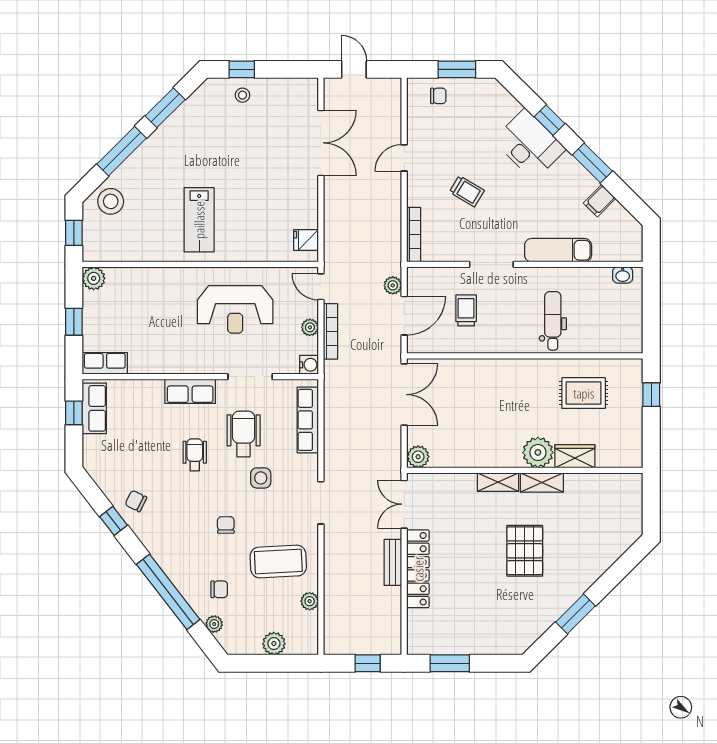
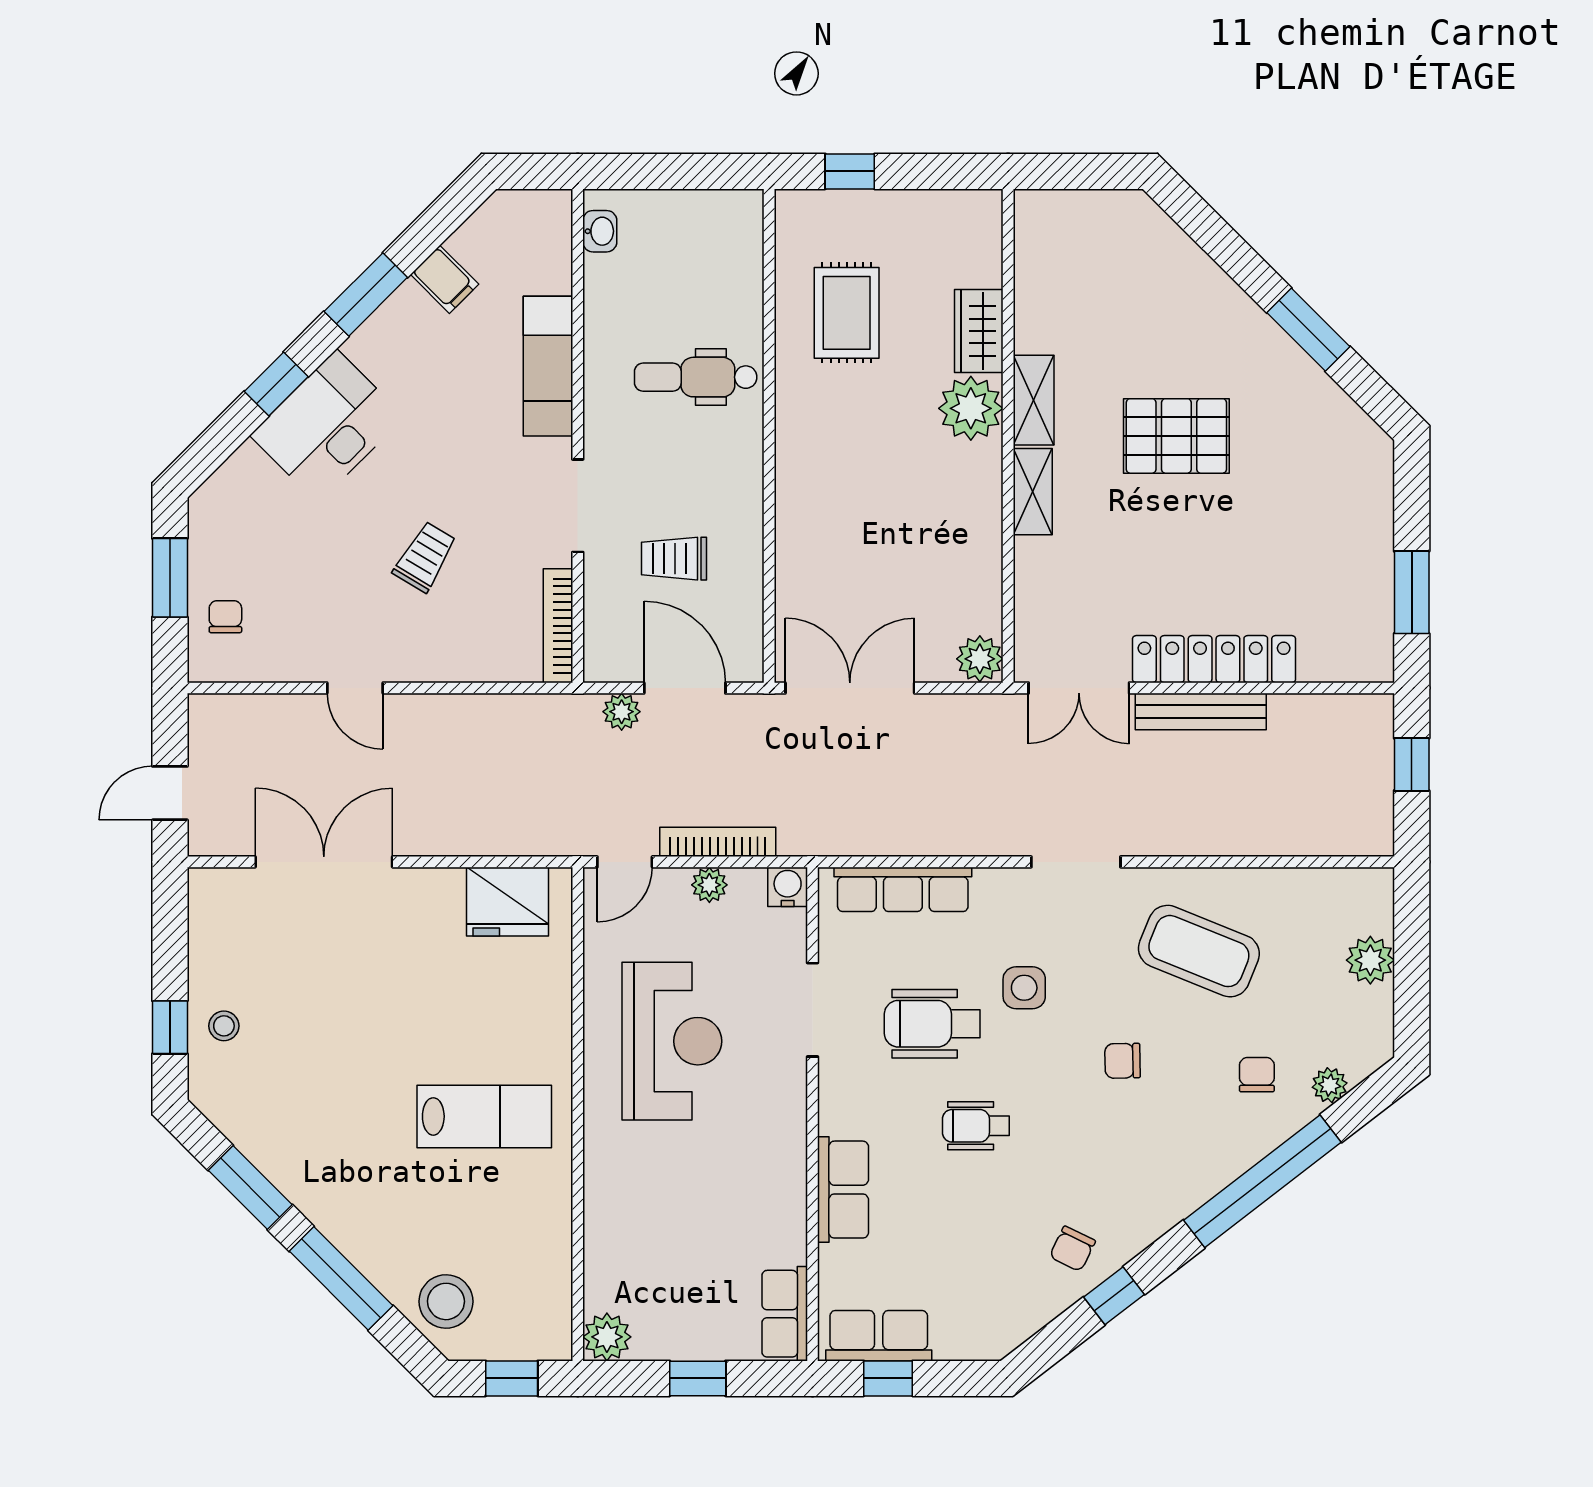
bookcase: (414, 235) -> (558, 626), moved, turned -90
fridge: (306, 240) -> (508, 902), width x1.88, depth x1.34
row of seats: (190, 391) -> (843, 1190), moved
coffee table: (278, 562) -> (1199, 951), turned -65
bench: (393, 562) -> (1201, 712), width x1.36
plant: (310, 601) -> (1282, 886), removed

